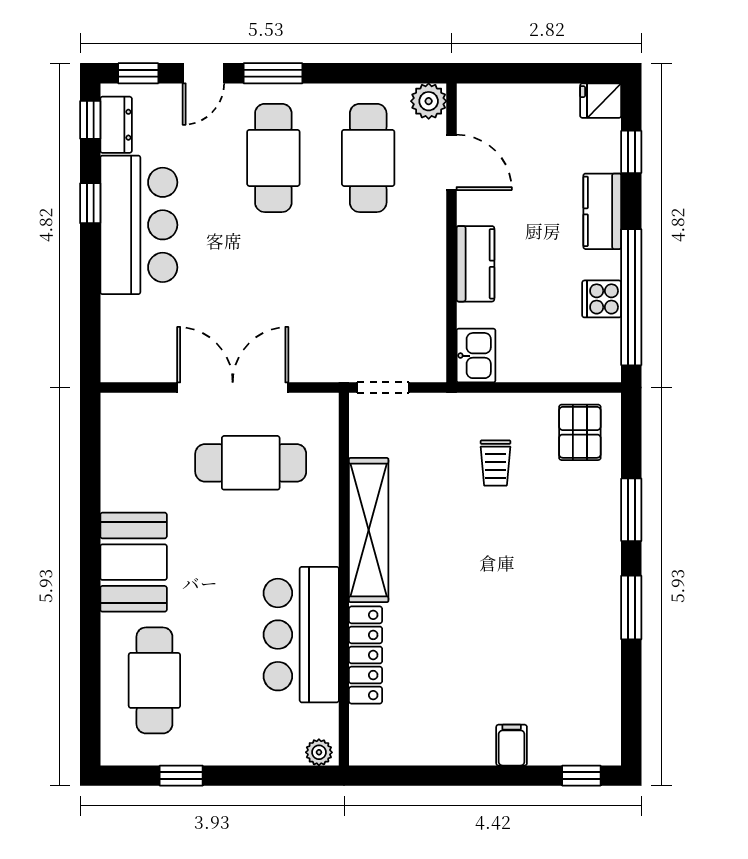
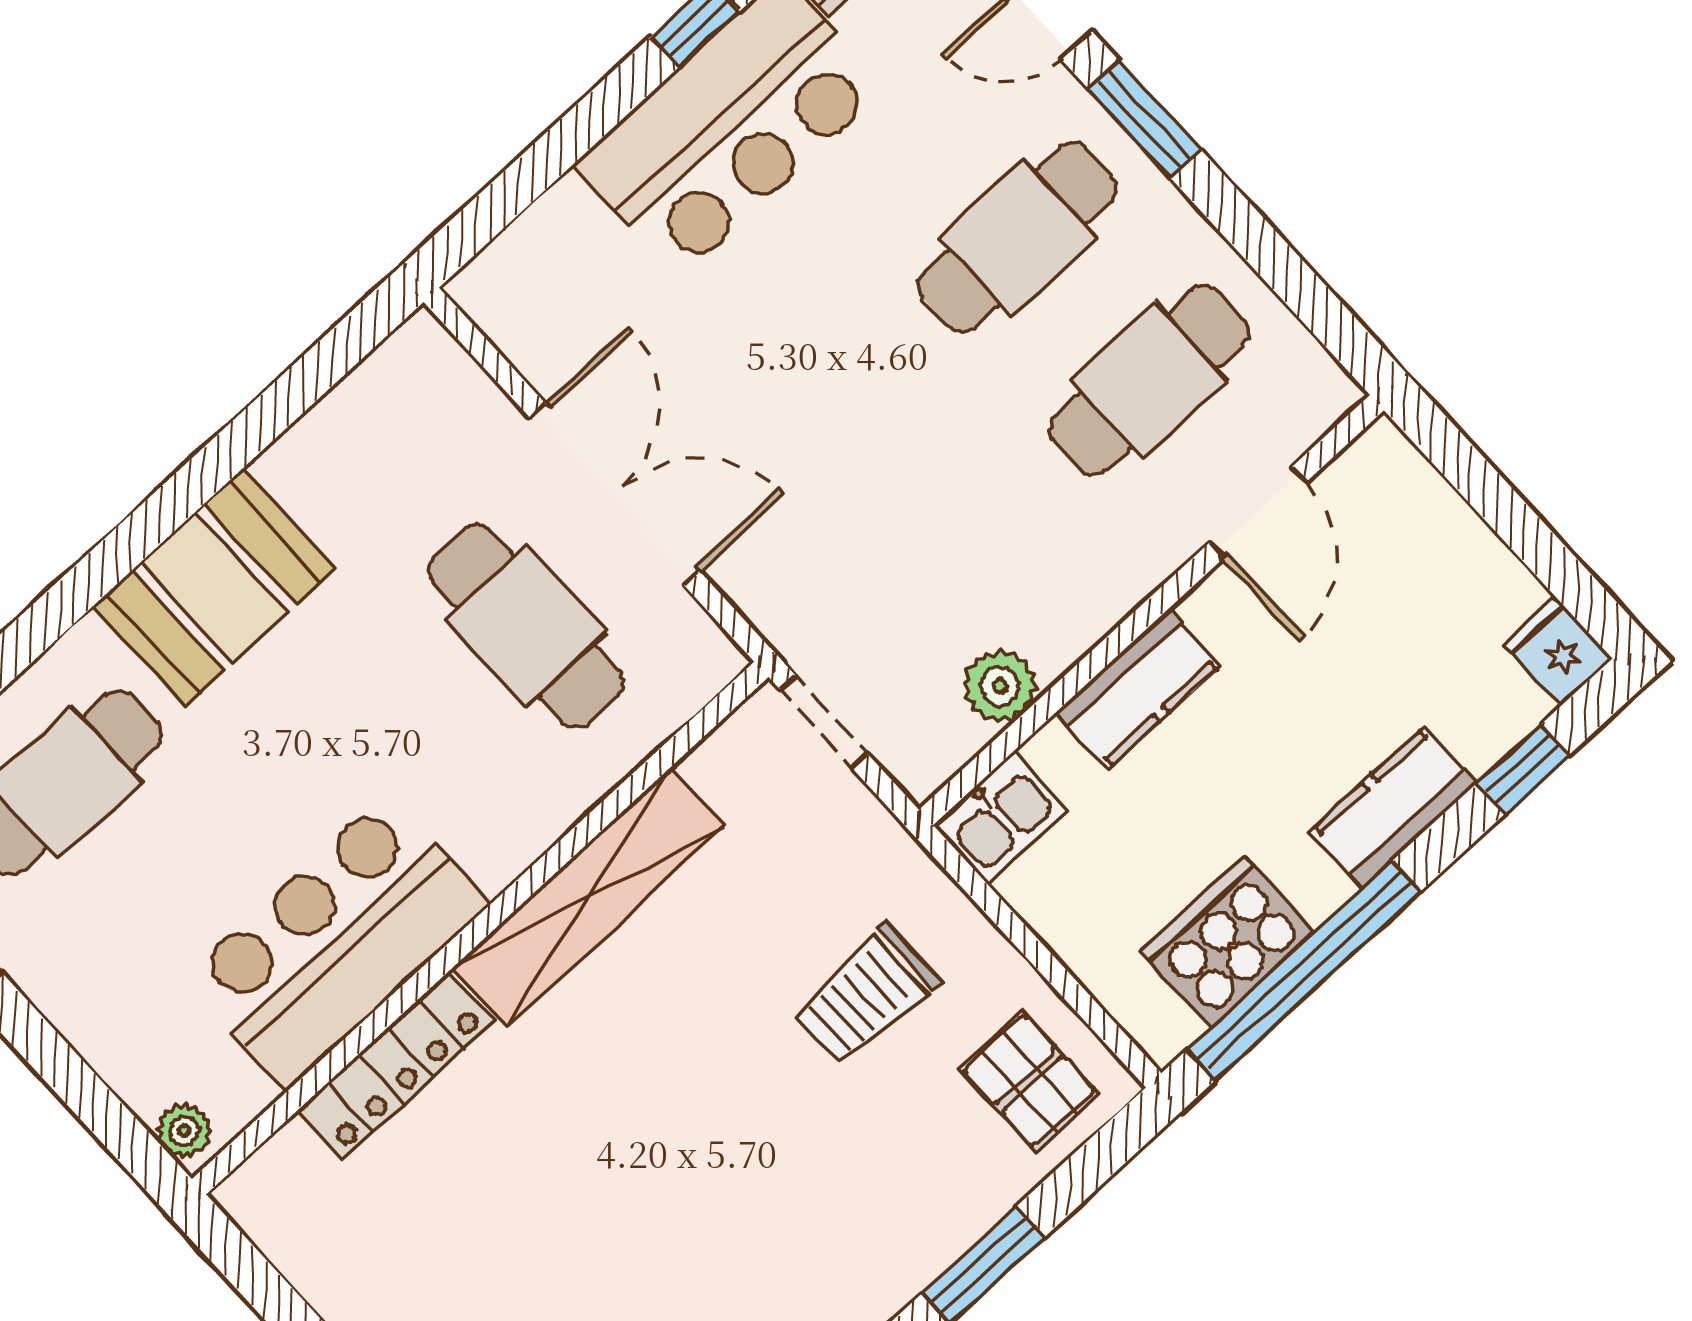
plant: (429, 101) -> (1000, 686), moved
cooker: (602, 299) -> (1228, 942), width x1.87, depth x1.31
pallet: (580, 432) -> (1029, 1080), turned 90
trolley: (495, 463) -> (865, 996), width x1.36, depth x1.39

